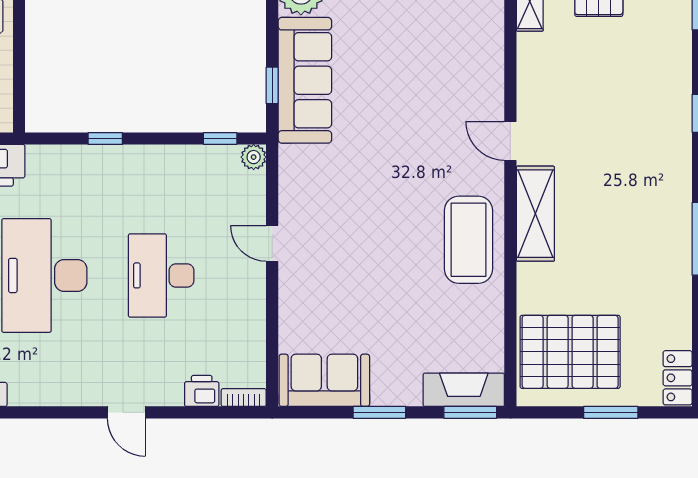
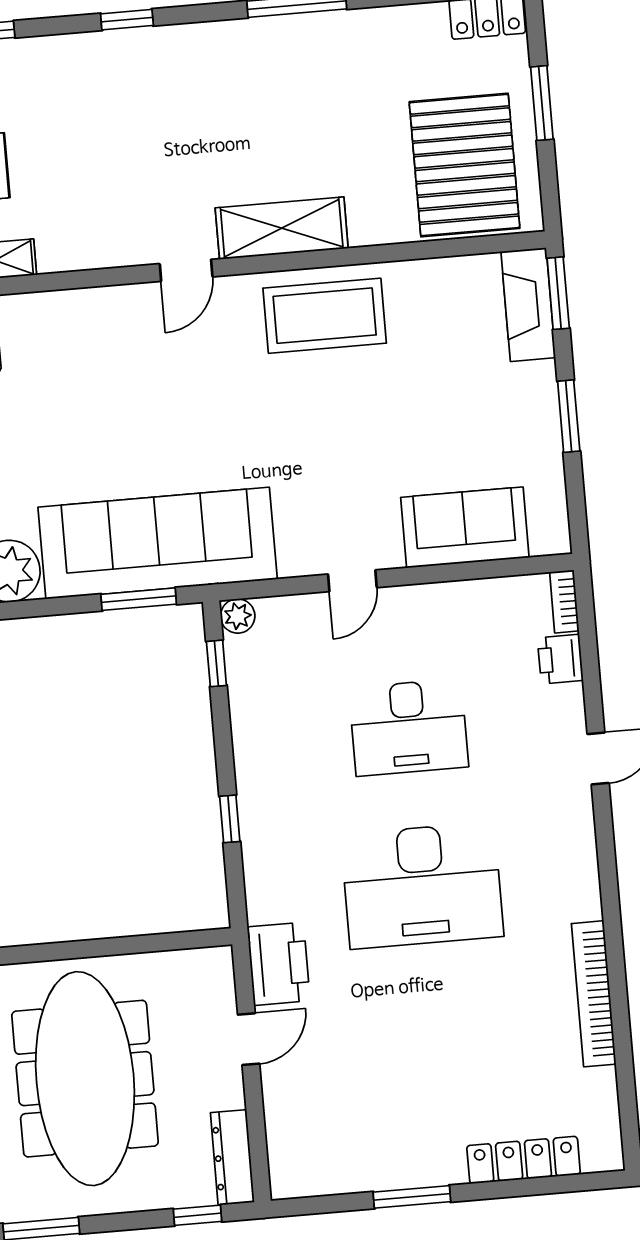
sofa: (305, 80) -> (158, 543), width x1.36, depth x1.27
window: (272, 85) -> (139, 599), width x1.50
sofa: (324, 380) -> (465, 527), moved, turned 90

